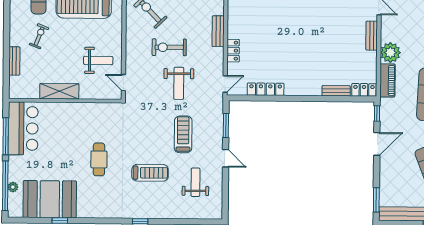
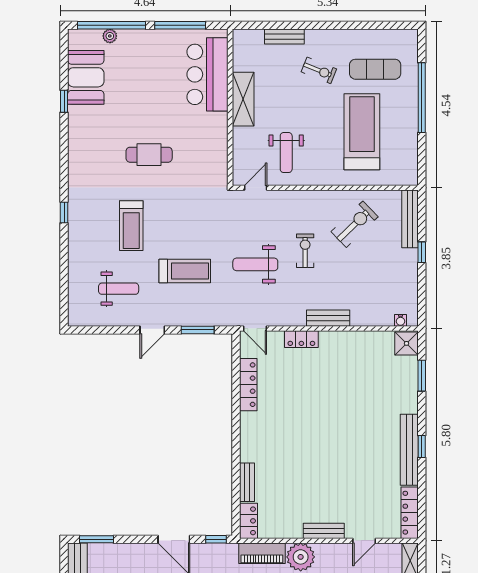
exercise bike: (169, 47) -> (305, 251), width x0.73, depth x0.72
bar counter: (23, 128) -> (207, 74), moved, turned 90
booth: (50, 199) -> (86, 77), width x0.73, depth x0.70

